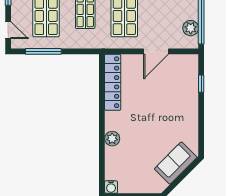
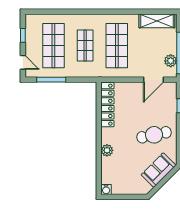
door: (156, 51) -> (153, 80), moved
cafe table: (170, 119) -> (154, 135), added

